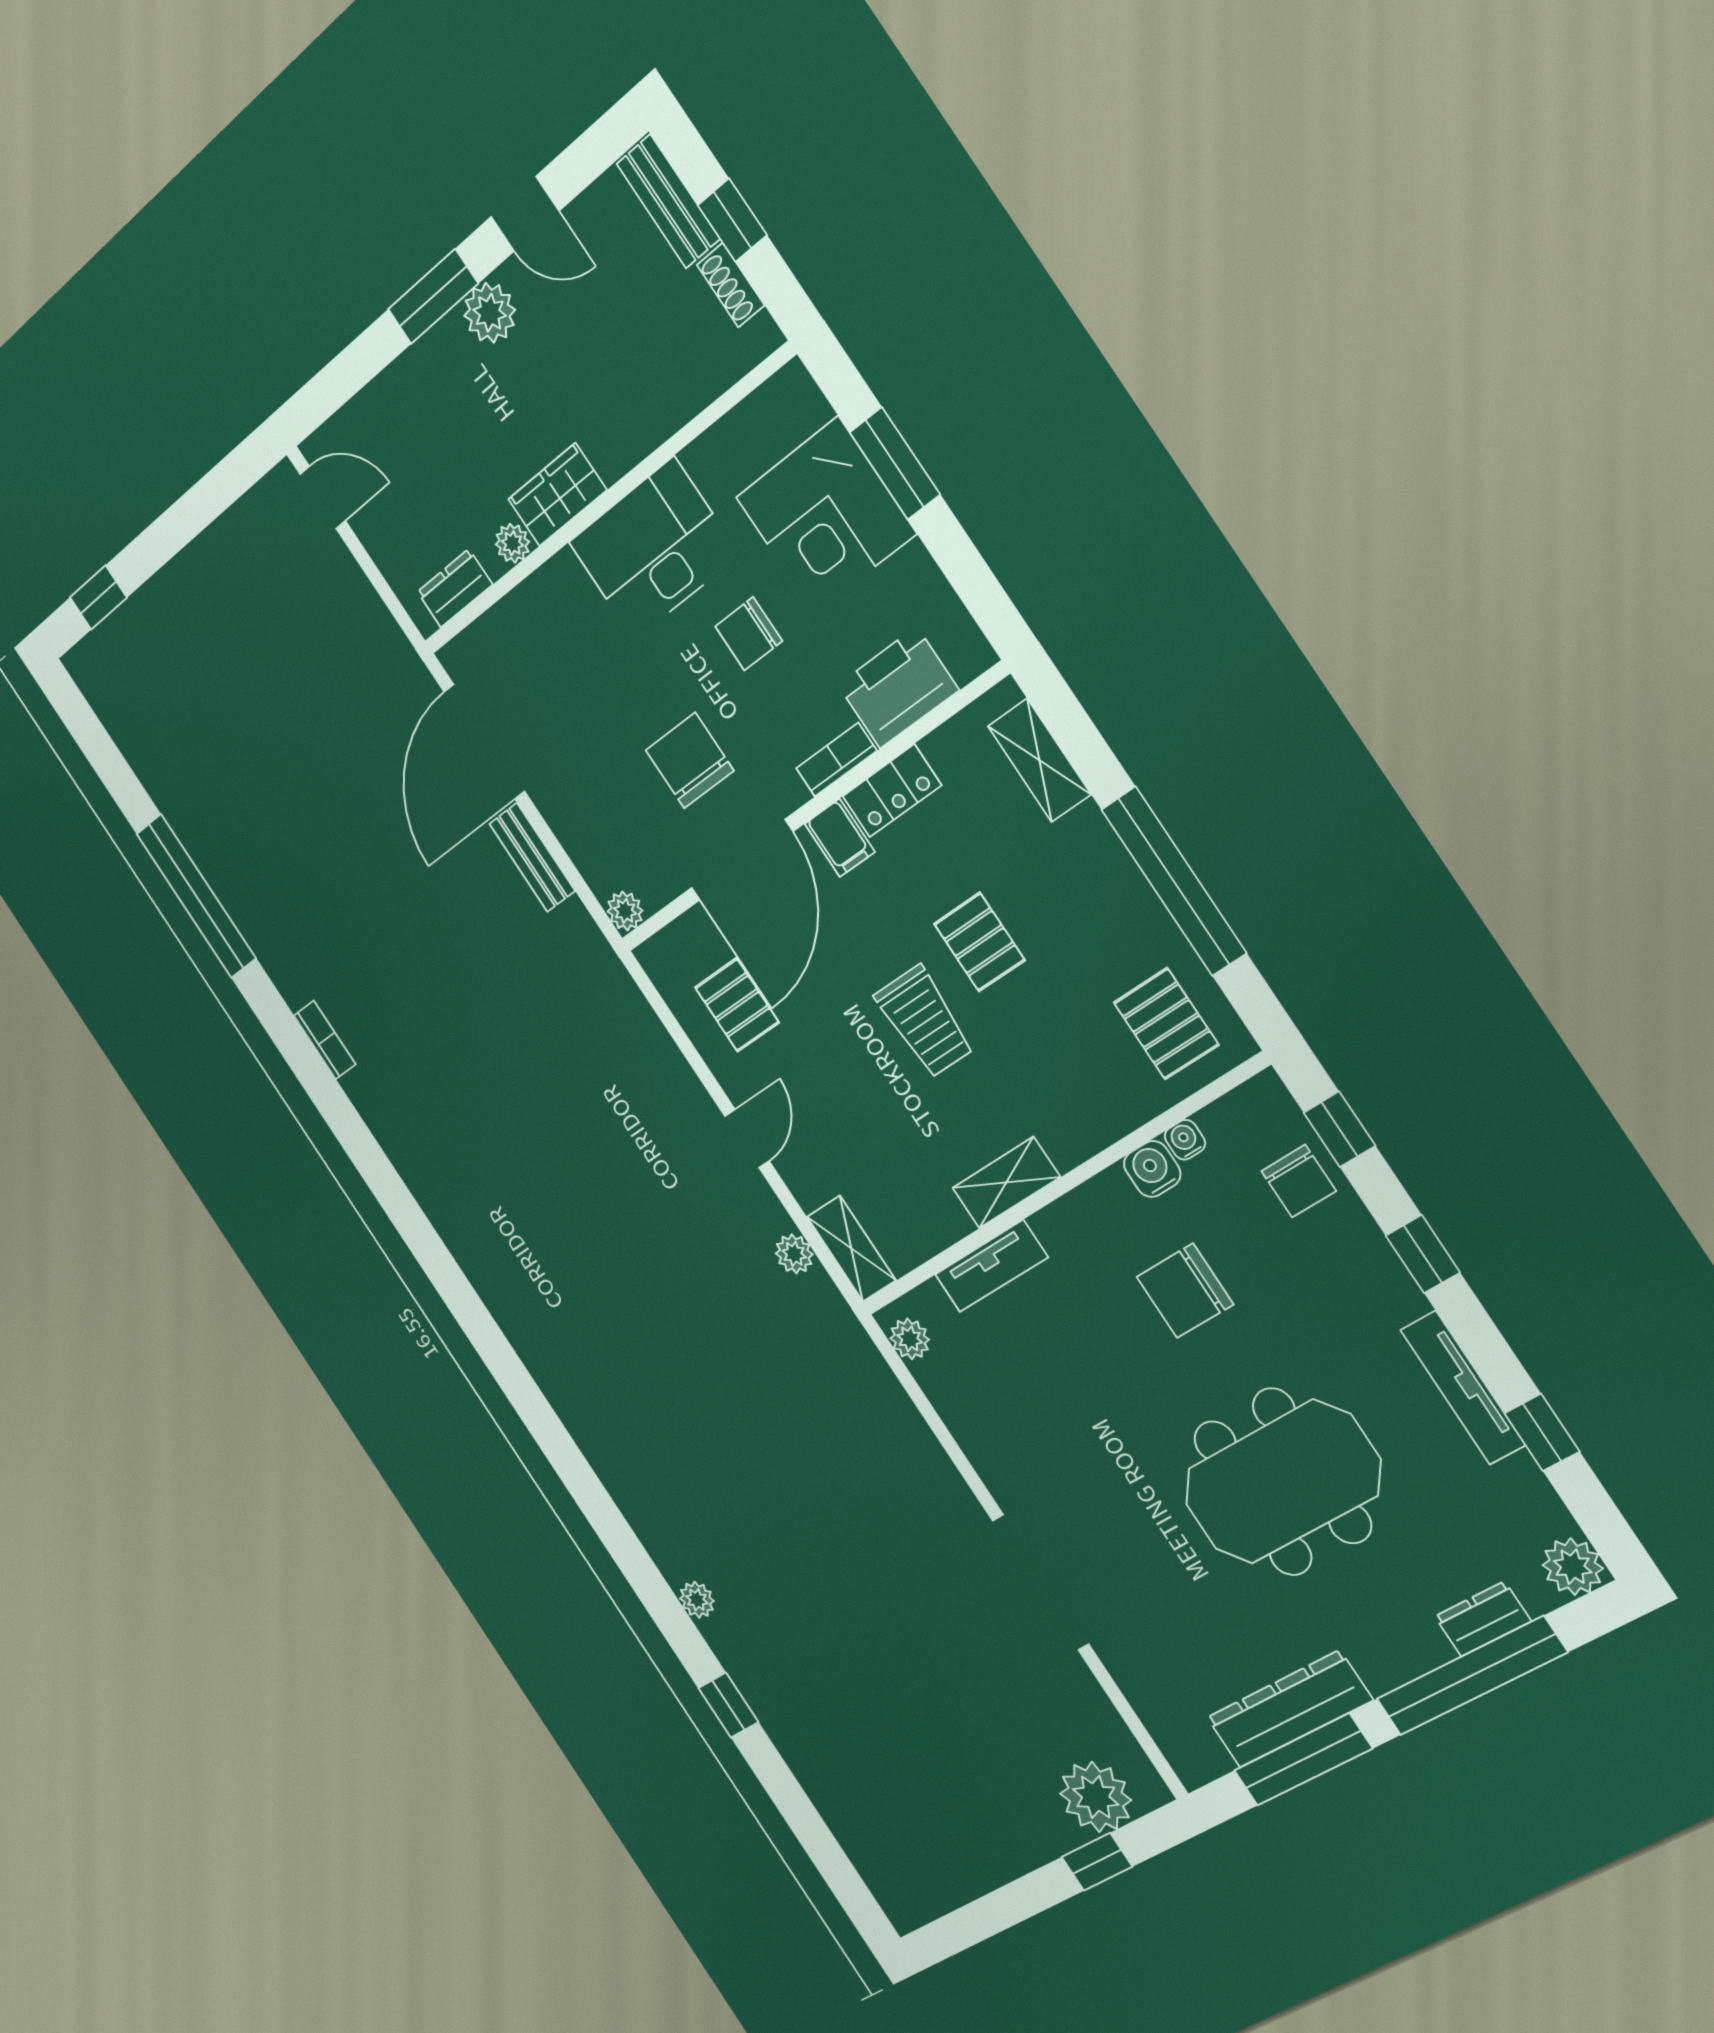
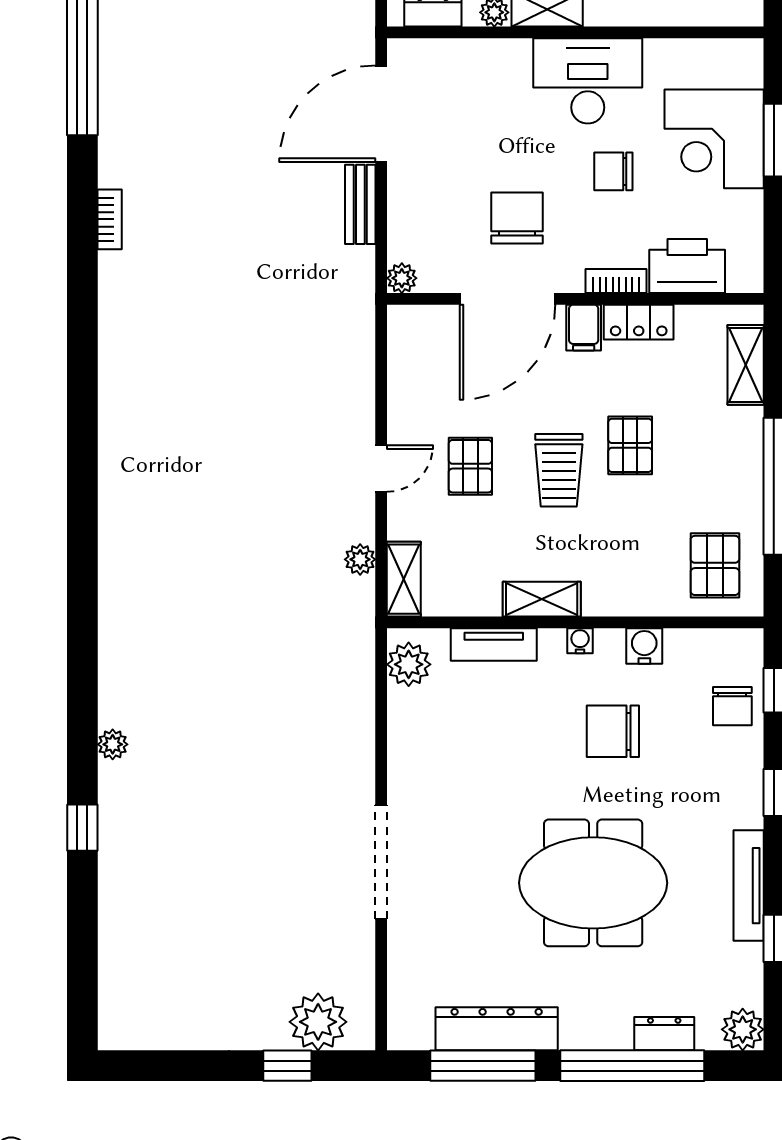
pallet: (737, 1005) -> (470, 466), moved
water cooler: (1185, 1140) -> (580, 641), moved
plant: (910, 1339) -> (409, 664), width x1.38, depth x1.38

